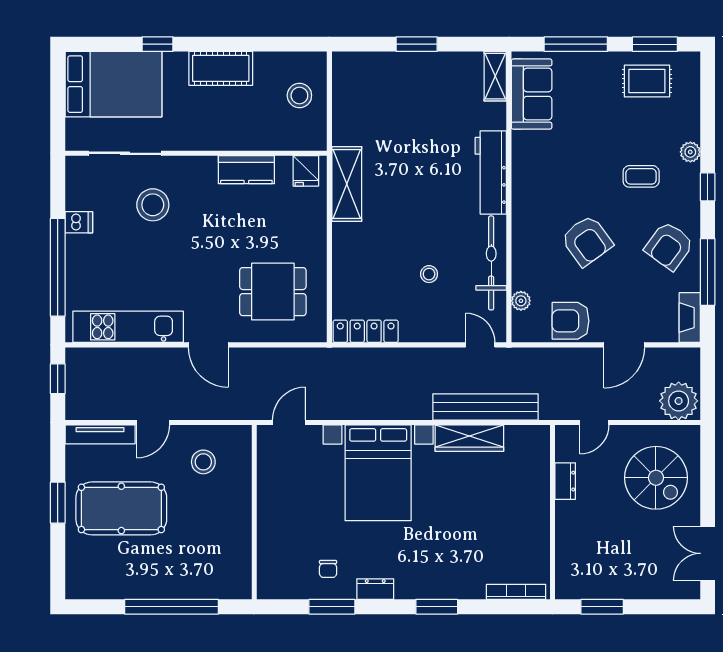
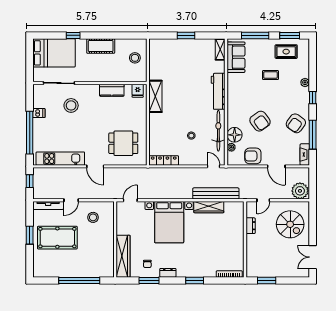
coffee table: (641, 176) -> (270, 75), moved
floor lamp: (528, 272) -> (235, 135), added
door: (624, 345) -> (276, 166), hinge flipped
wardrobe: (272, 551) -> (123, 256), added

